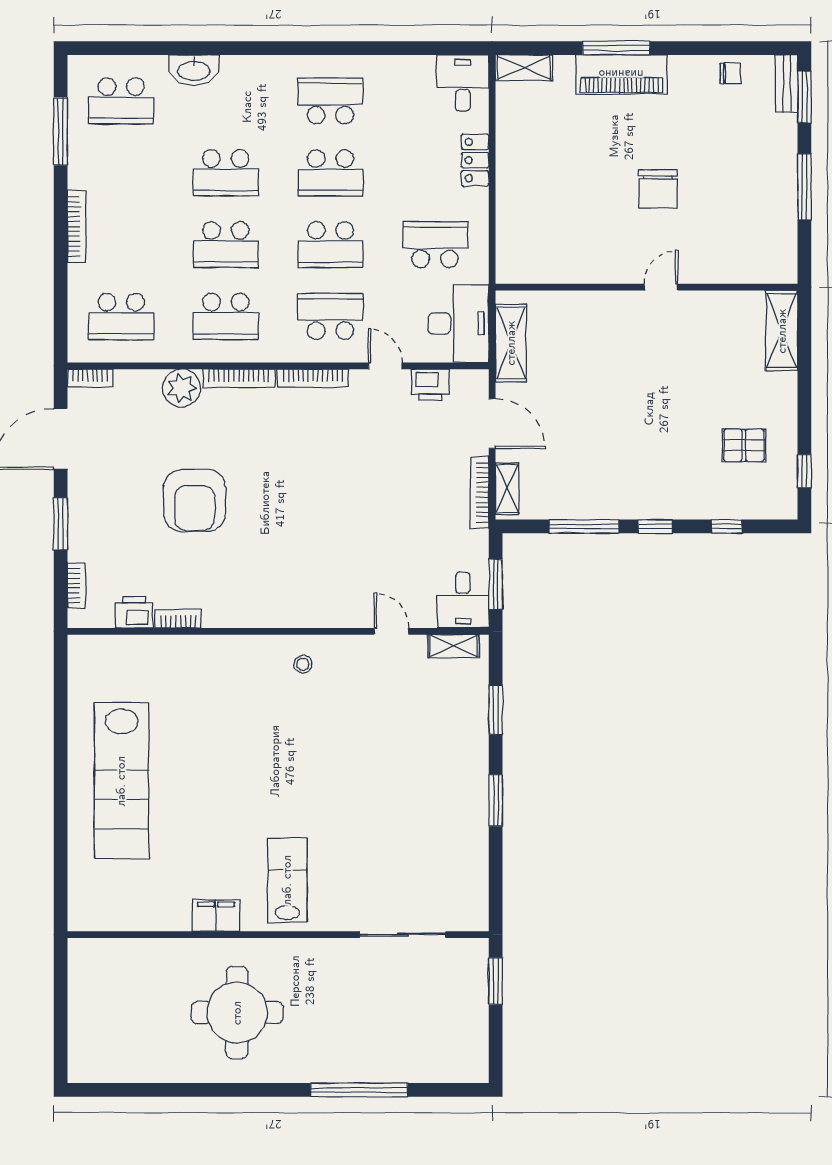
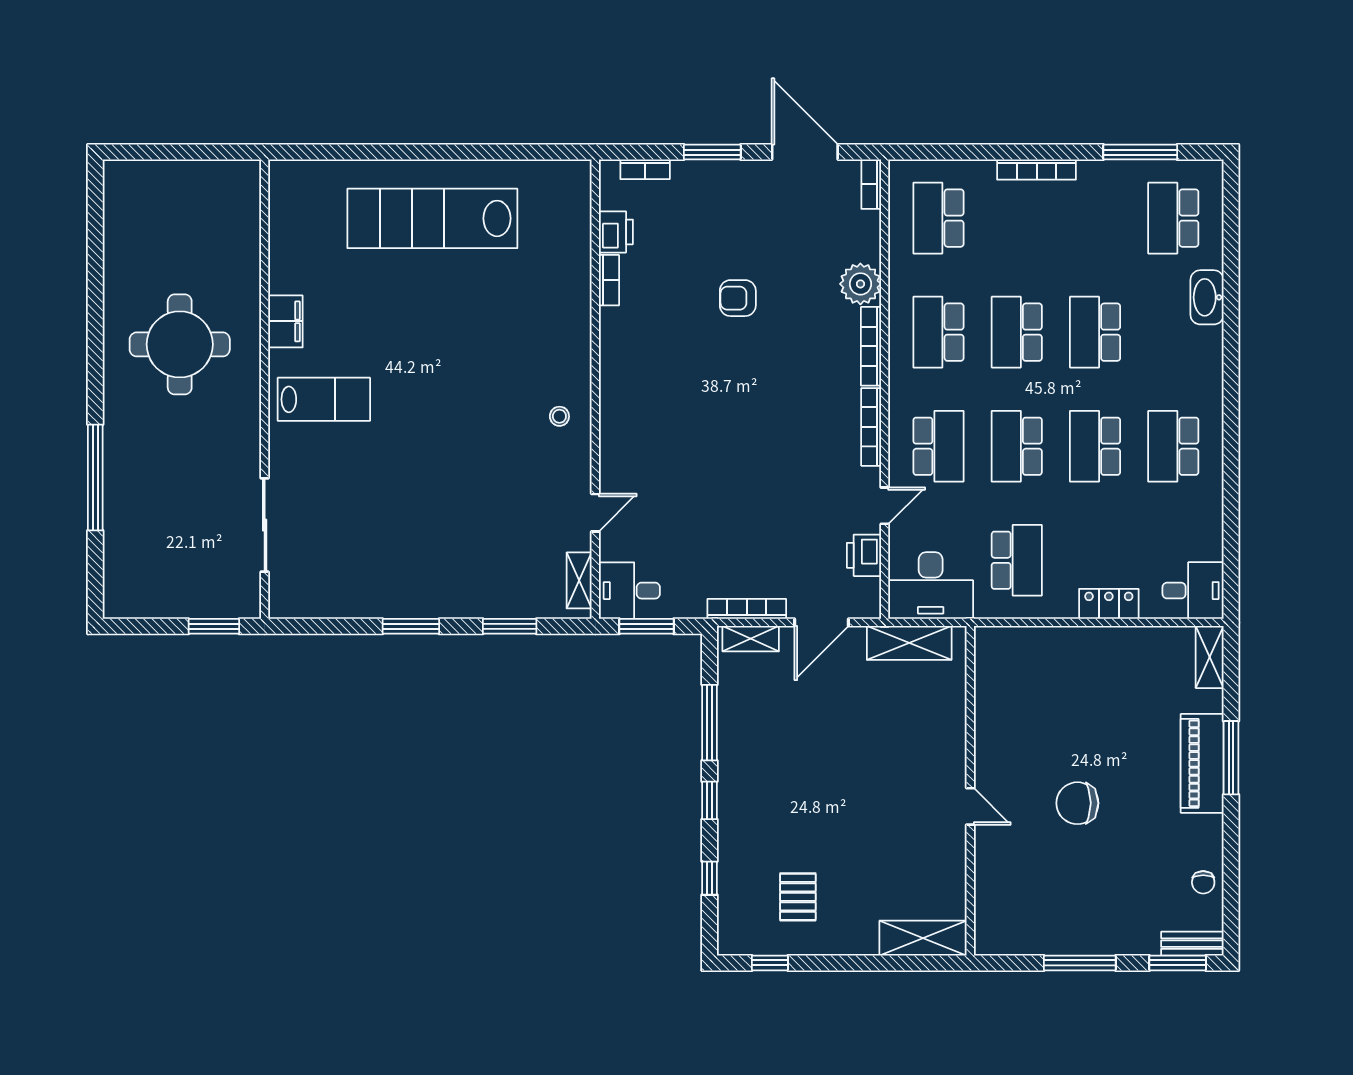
school desk: (330, 101) -> (1173, 446), turned 180
armchair: (195, 501) -> (738, 298), width x0.53, depth x0.53

